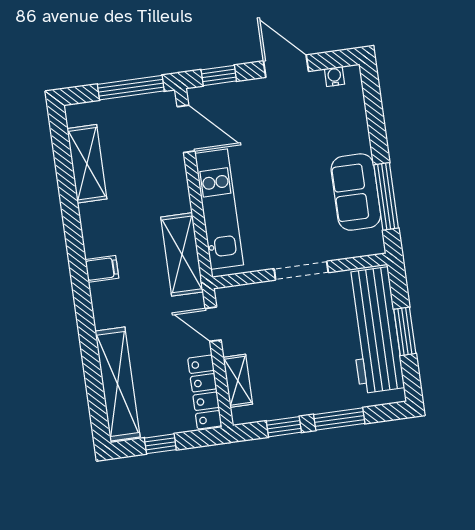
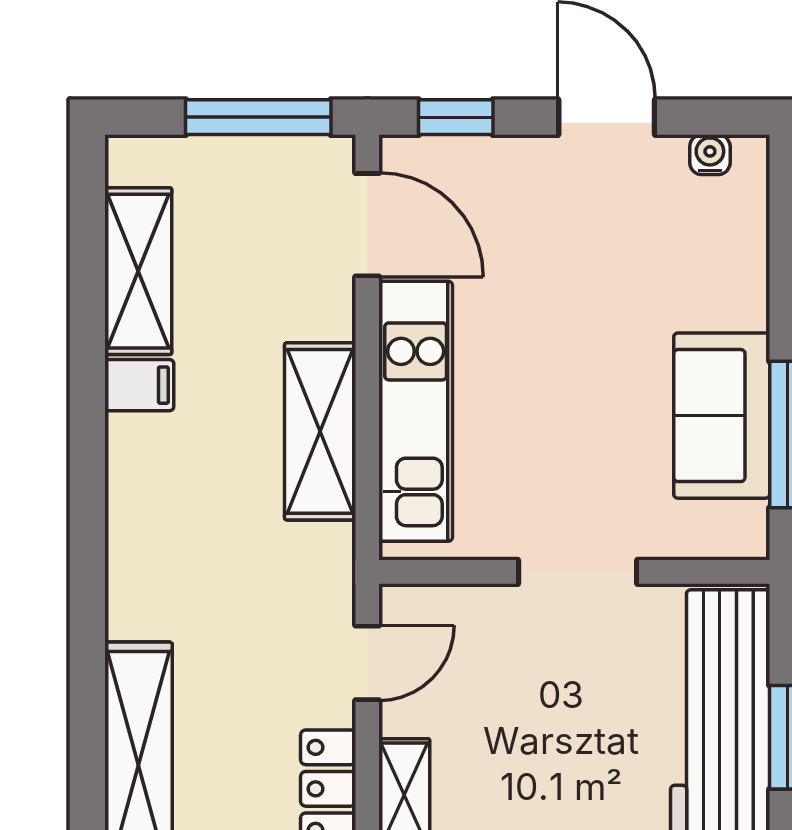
shelving: (182, 254) -> (320, 431), moved
filing cabinet: (102, 269) -> (139, 385), moved
door: (213, 324) -> (367, 663), swing flipped

